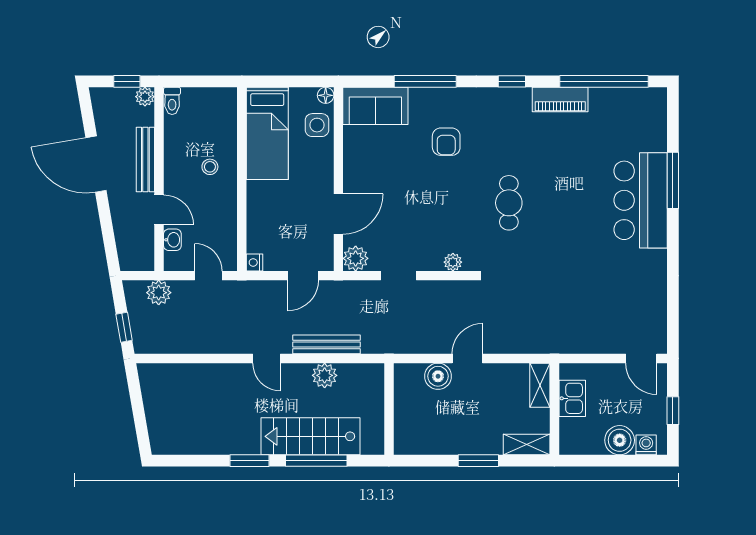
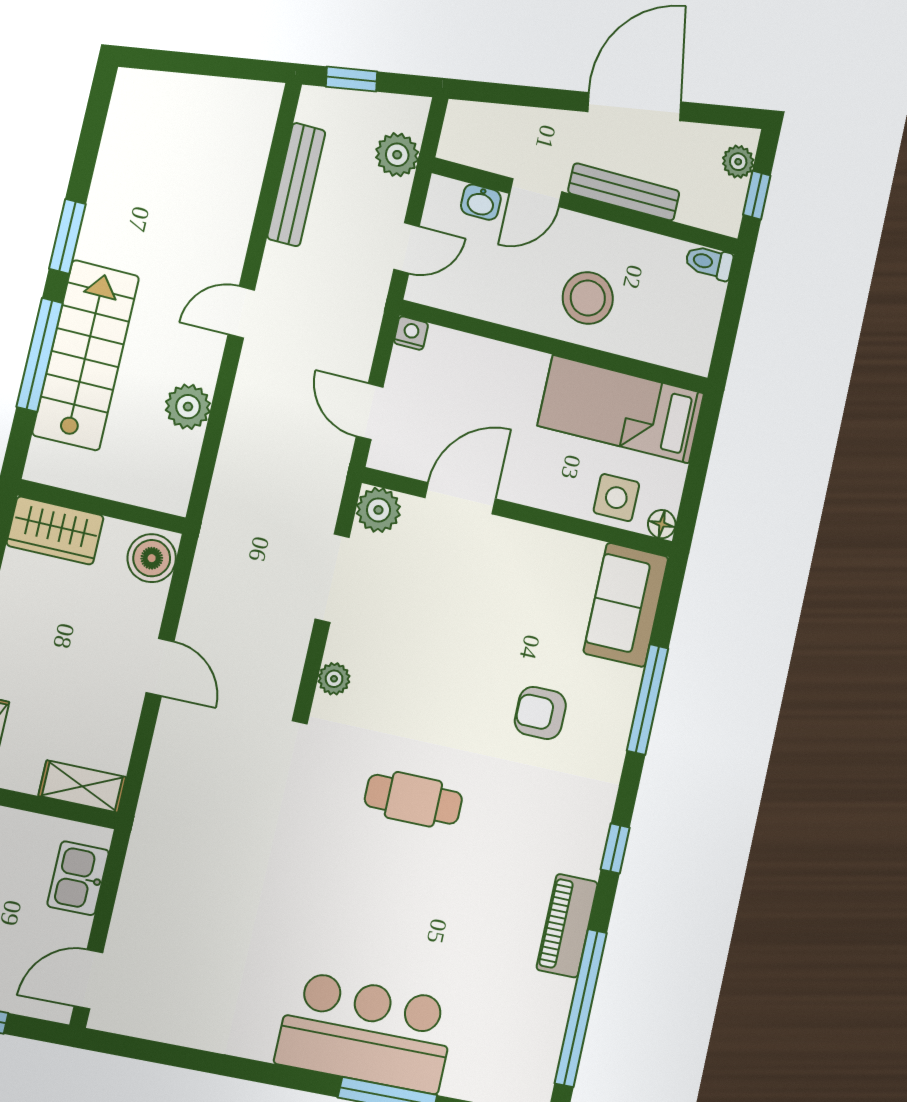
plant: (145, 97) -> (738, 162), moved
stool: (210, 167) -> (588, 298), width x1.89, depth x1.89
door: (338, 214) -> (460, 498), swing flipped
doorway: (399, 276) -> (332, 578), width x1.38
bench: (326, 344) -> (296, 185), moved
boiler: (438, 376) -> (152, 558), moved
kitchen sink: (572, 398) -> (78, 878), moved, turned 90
wardrobe: (407, 431) -> (55, 531), added

